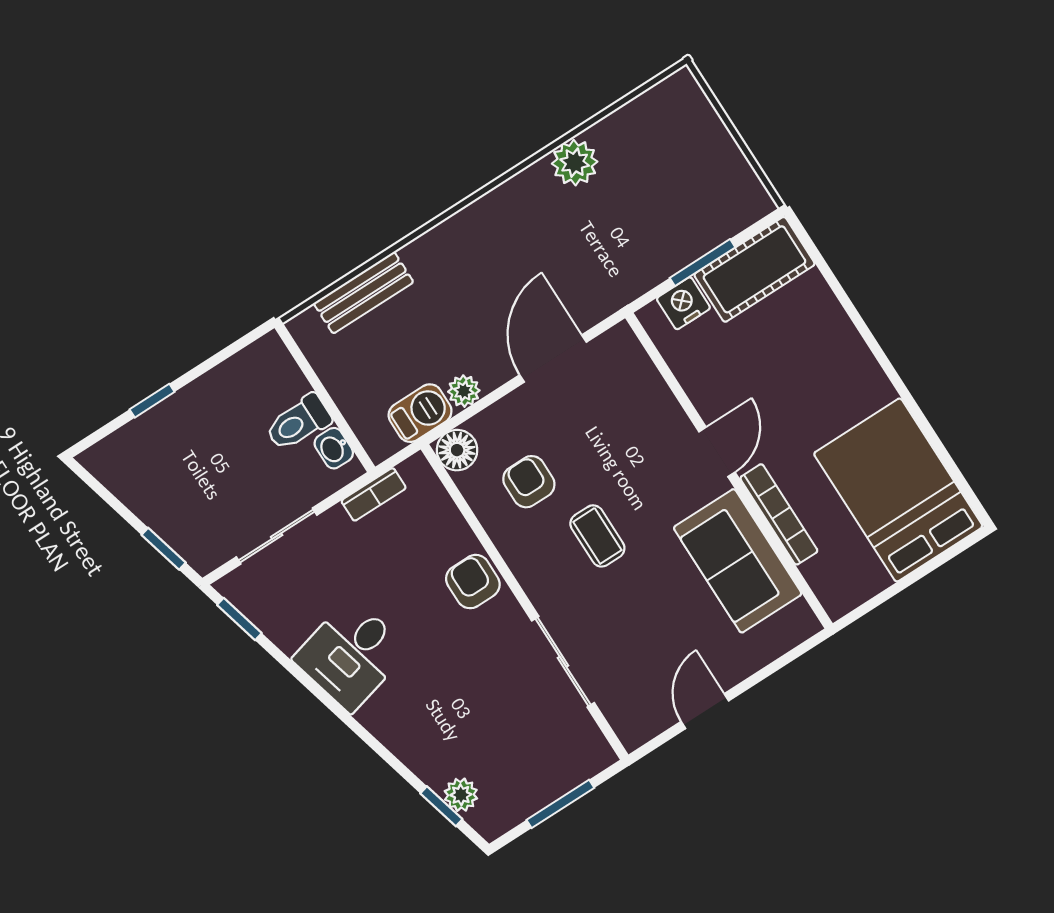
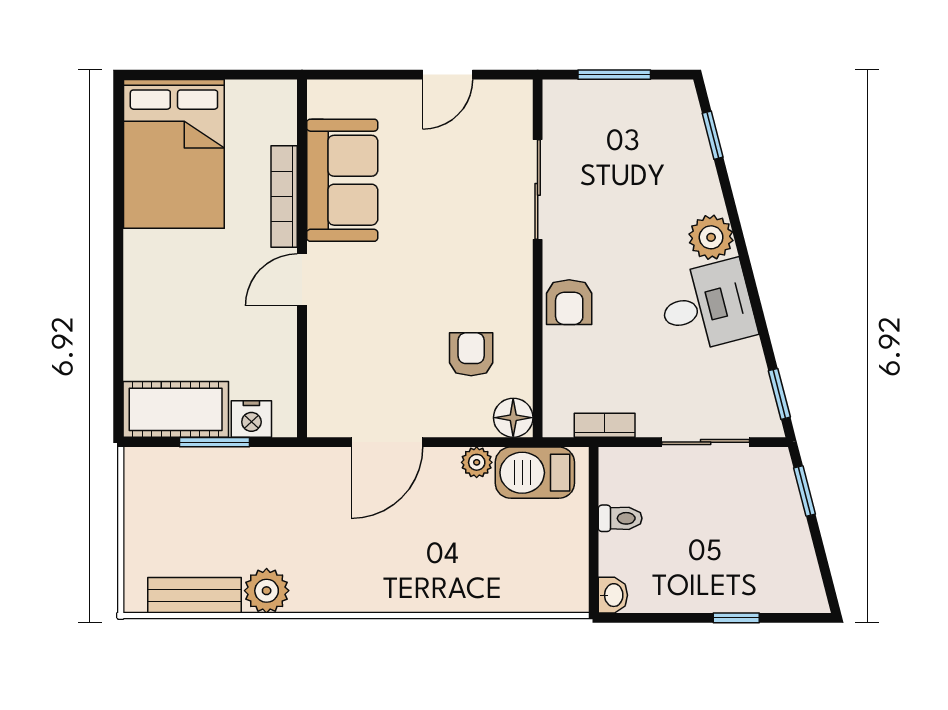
bench: (363, 293) -> (194, 595), moved
barbecue: (420, 413) -> (535, 473), width x1.38, depth x1.27
toilet: (298, 423) -> (620, 518), width x0.73, depth x0.72
washbasin: (334, 448) -> (613, 595), moved
armchair: (529, 482) -> (471, 354), turned 180
coffee table: (597, 536) -> (444, 274), removed
plant: (461, 795) -> (711, 237), moved, width x1.38, depth x1.38

